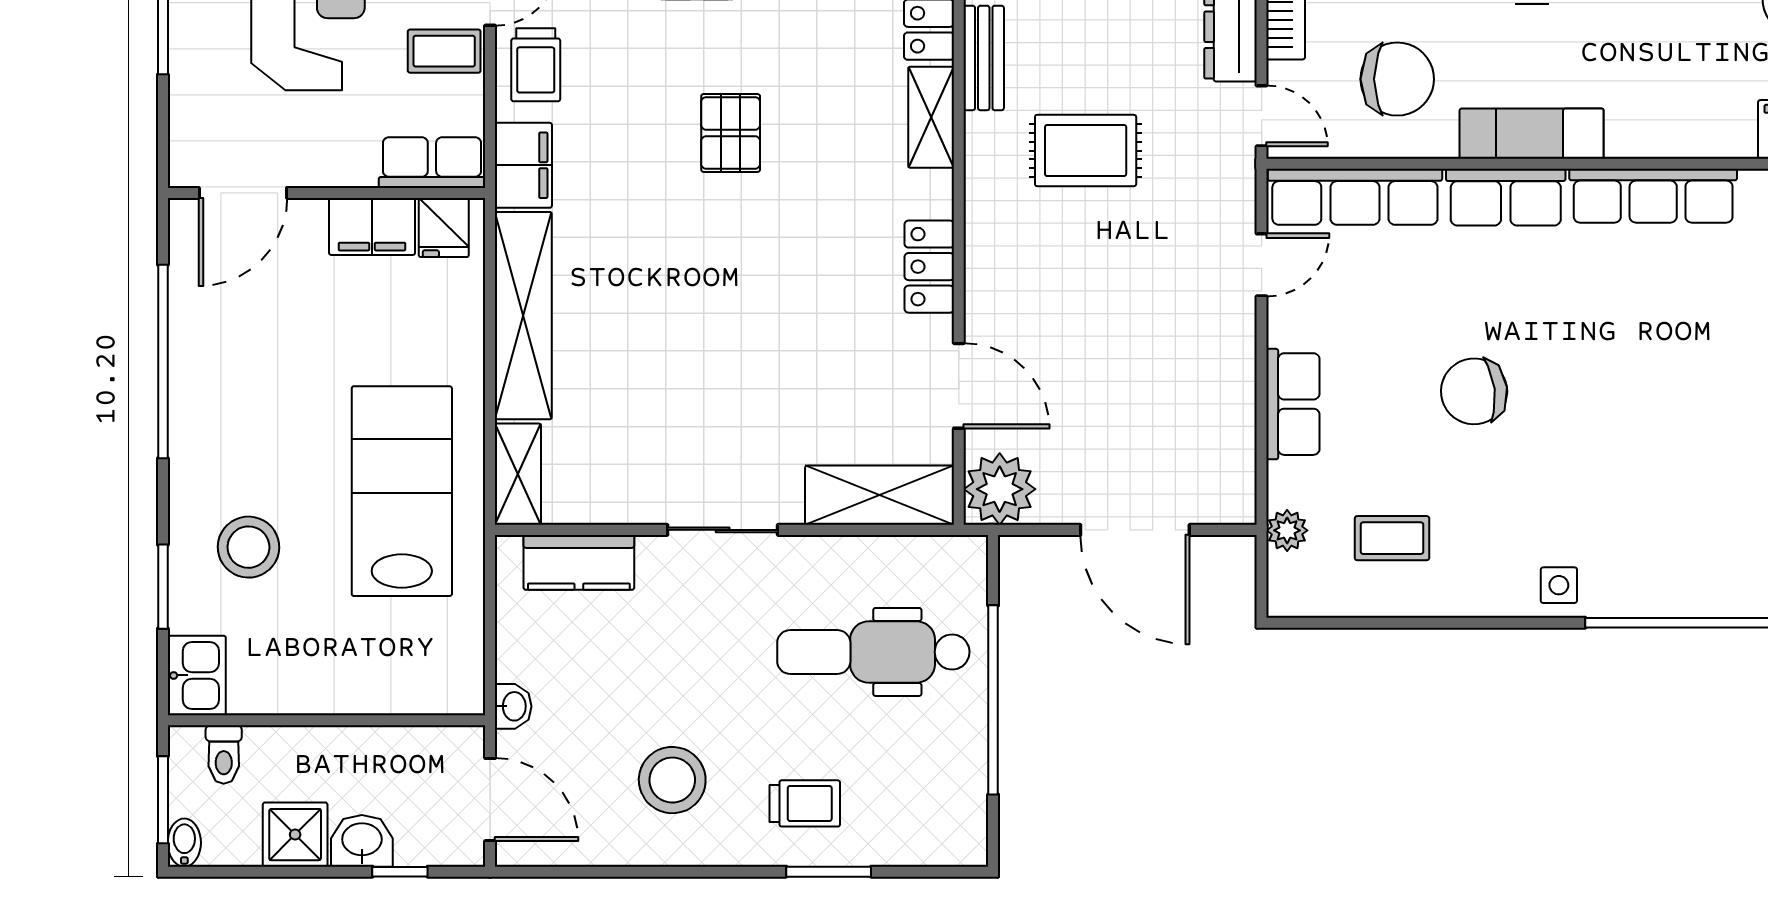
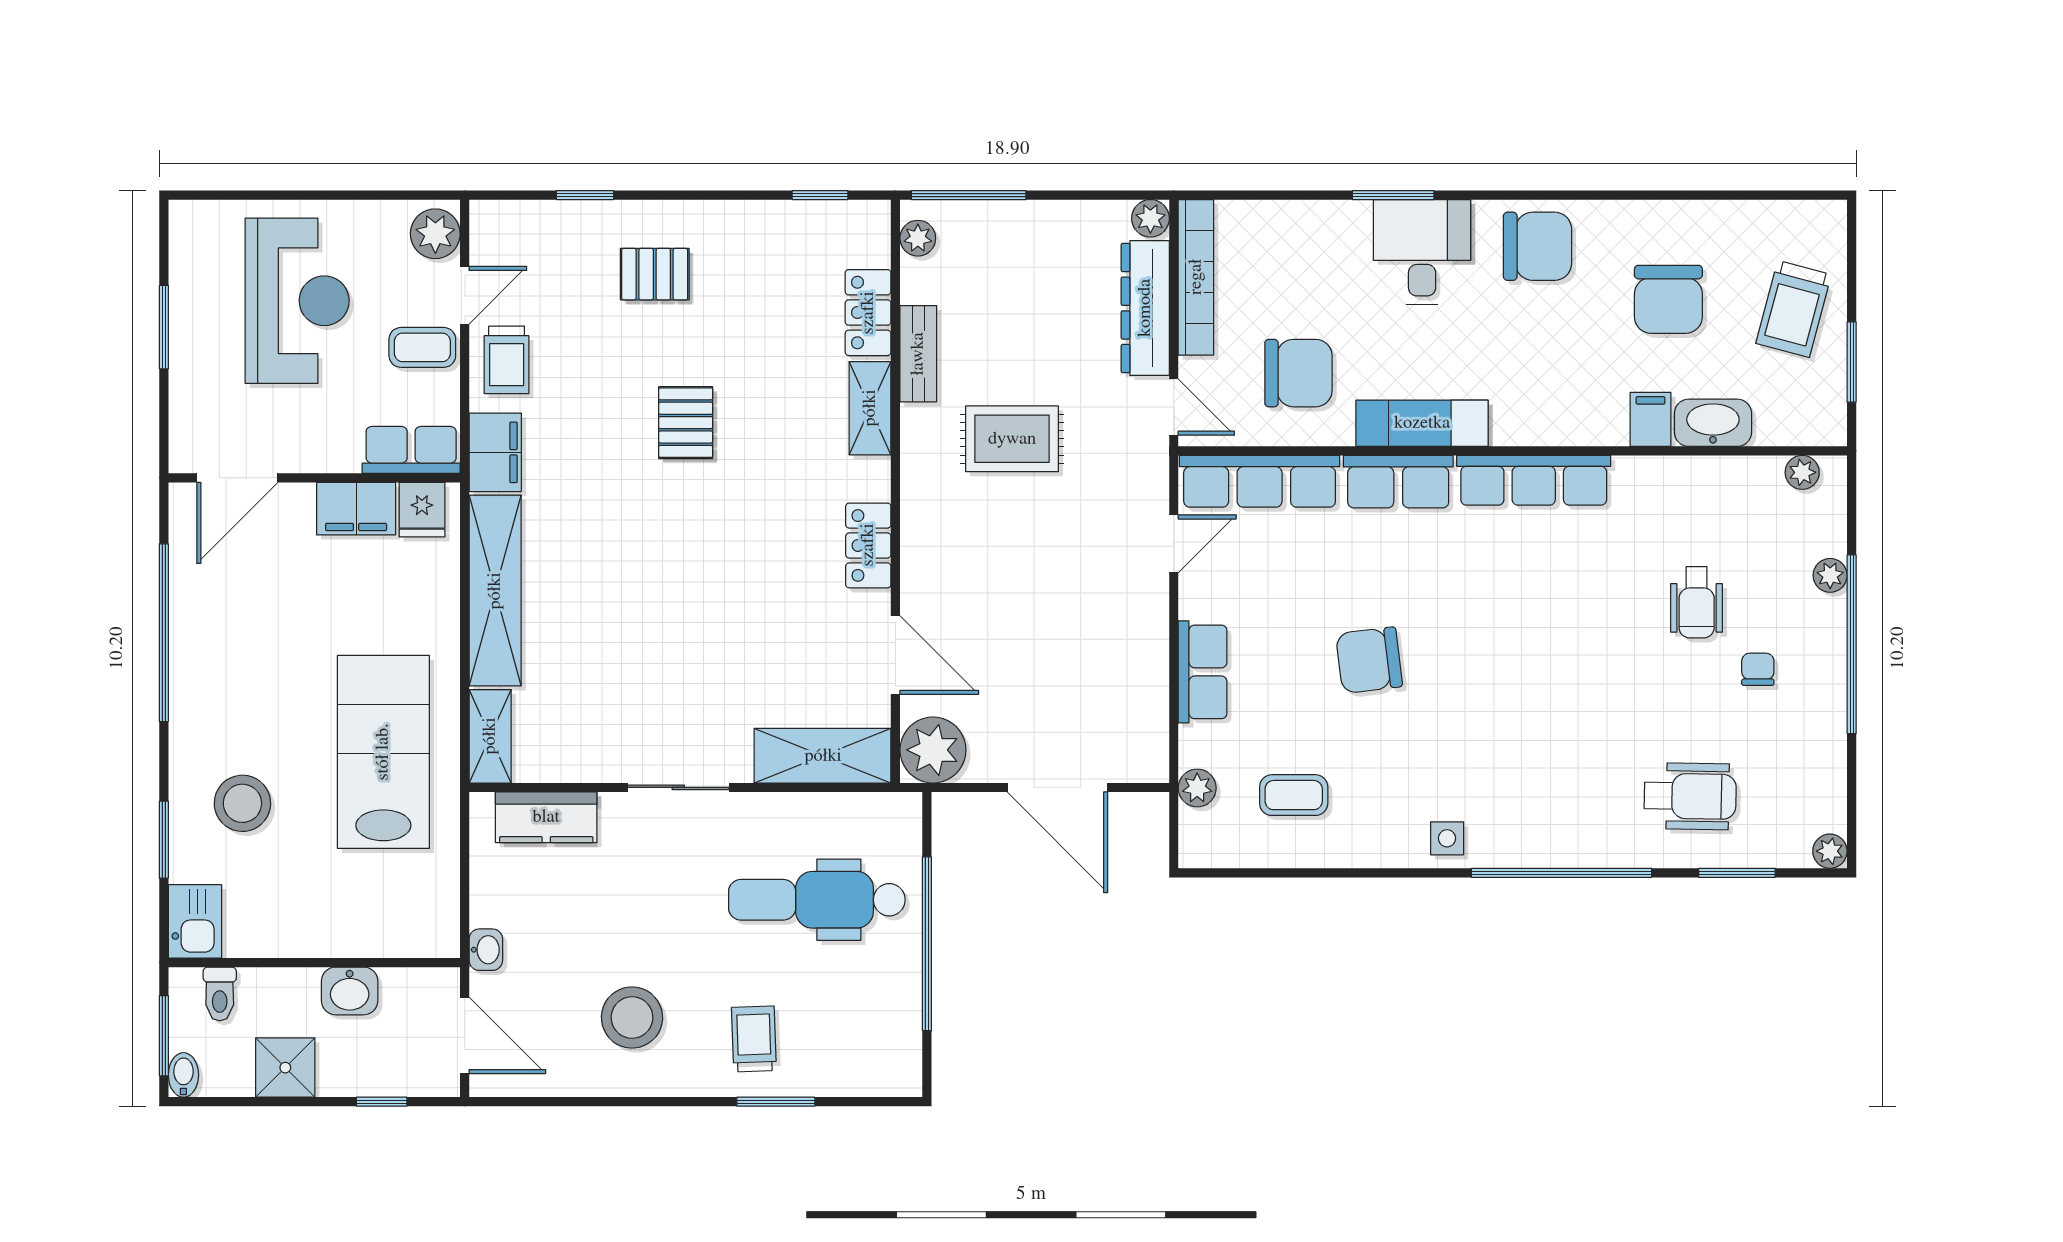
trolley: (805, 803) -> (754, 1039), turned -92
washbasin: (362, 841) -> (350, 991), moved, turned 180

